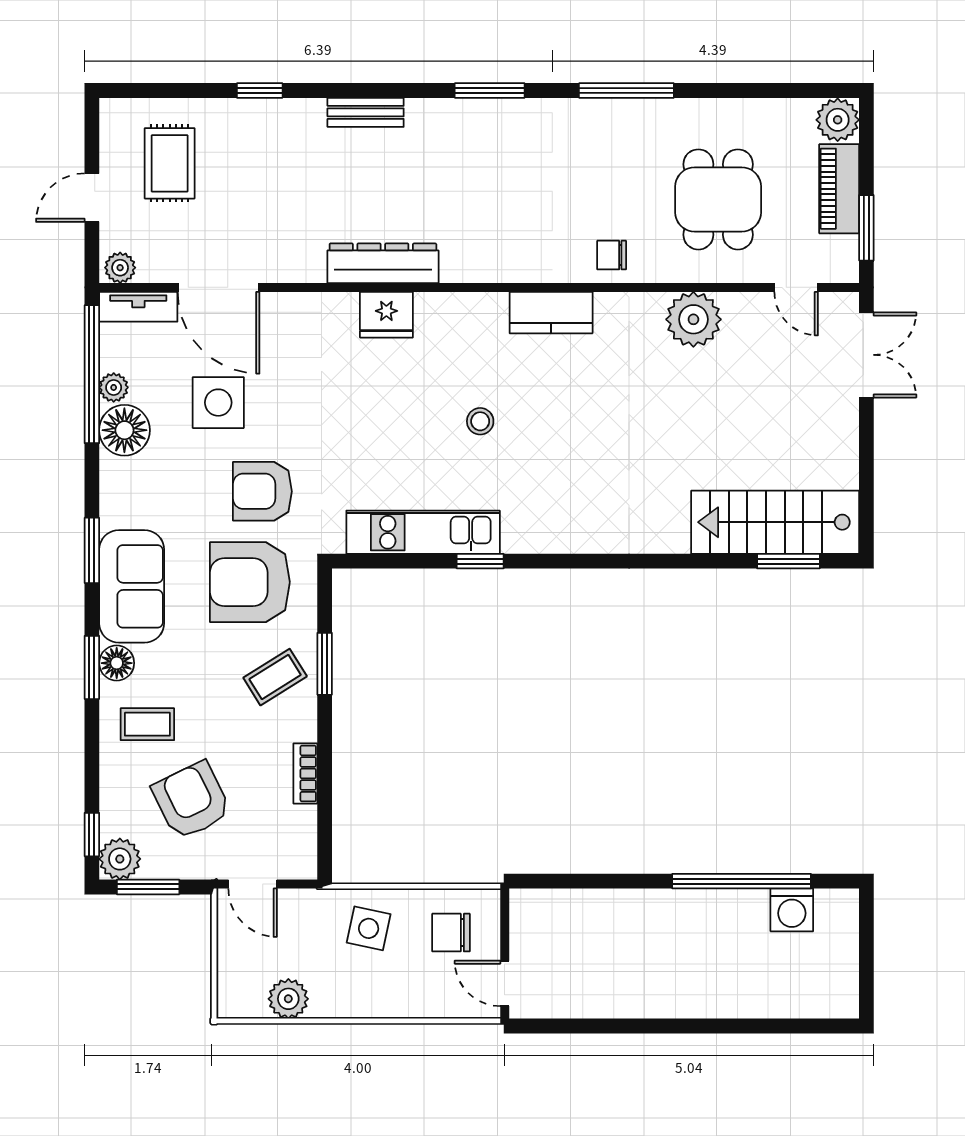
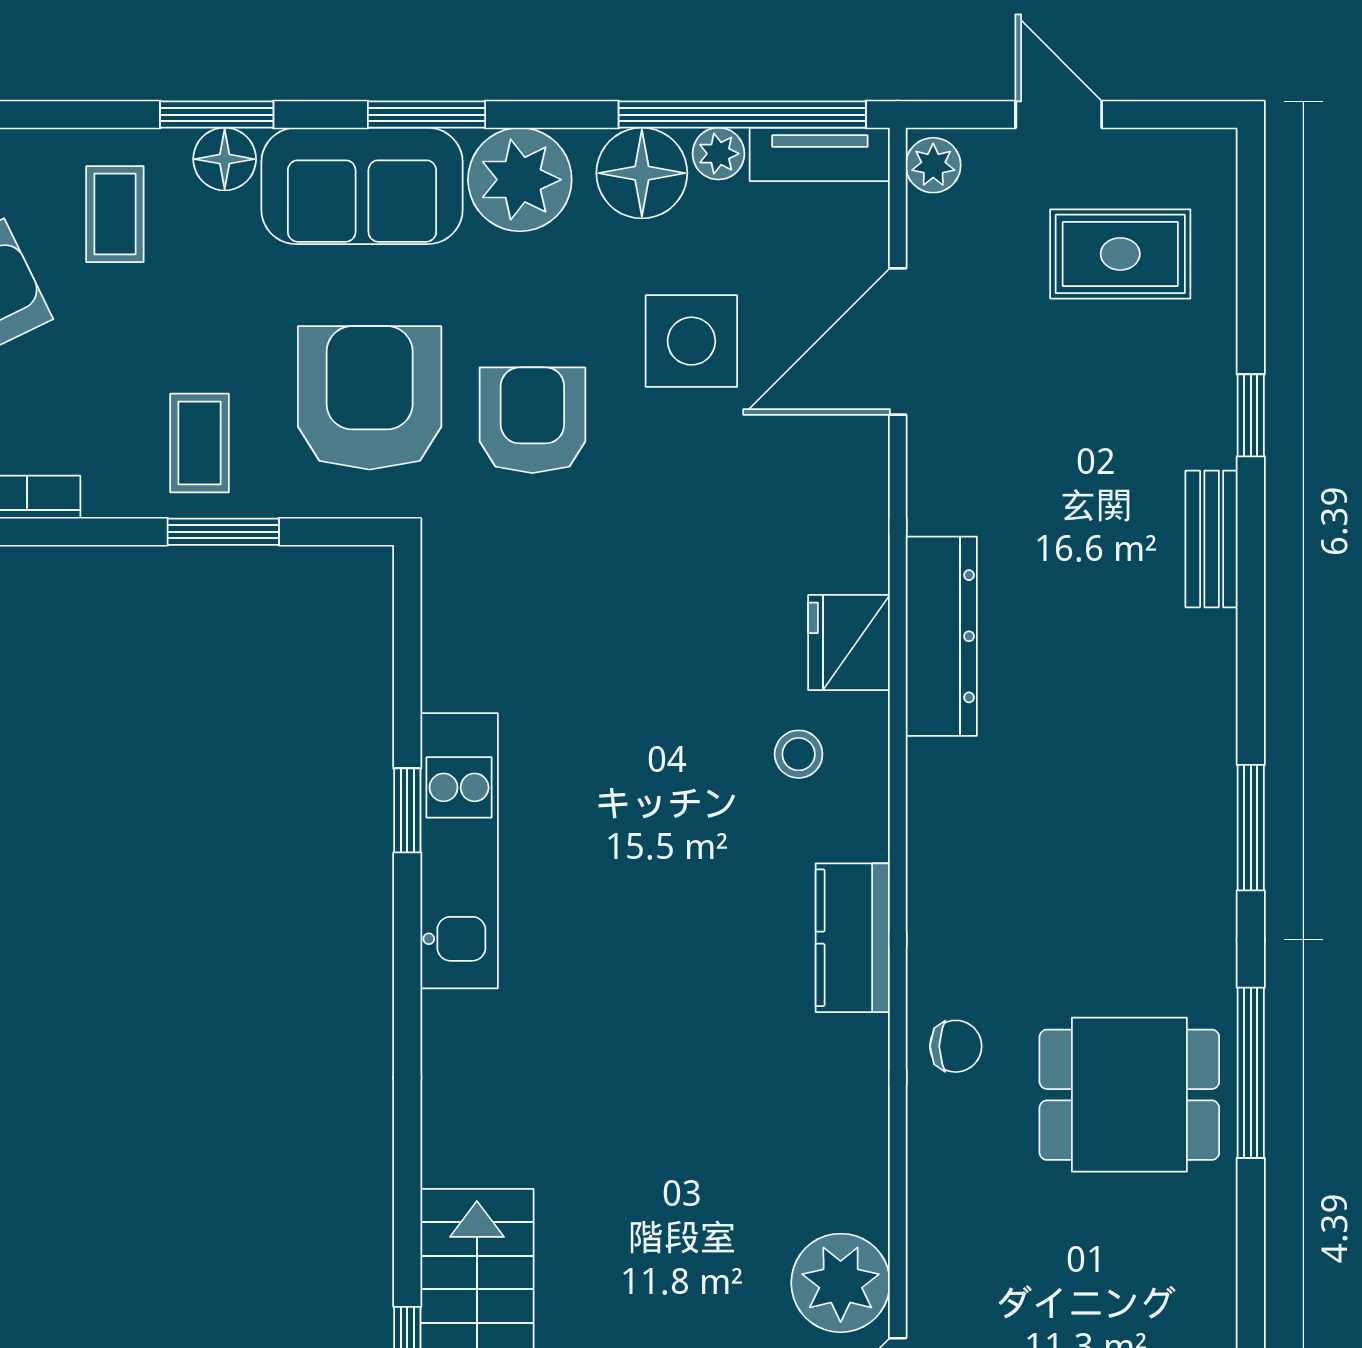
bench: (366, 112) -> (1212, 539), moved
dining table: (718, 199) -> (1129, 1095), moved
chair: (612, 255) -> (956, 1046), turned 90
tv unit: (138, 307) -> (820, 154), moved, turned -90
plant: (693, 319) -> (841, 1283), moved
stool: (480, 421) -> (799, 754), moved
plant: (128, 498) -> (520, 180), added
kitchen unit: (423, 532) -> (459, 851), moved
coffee table: (275, 677) -> (200, 443), turned 32

